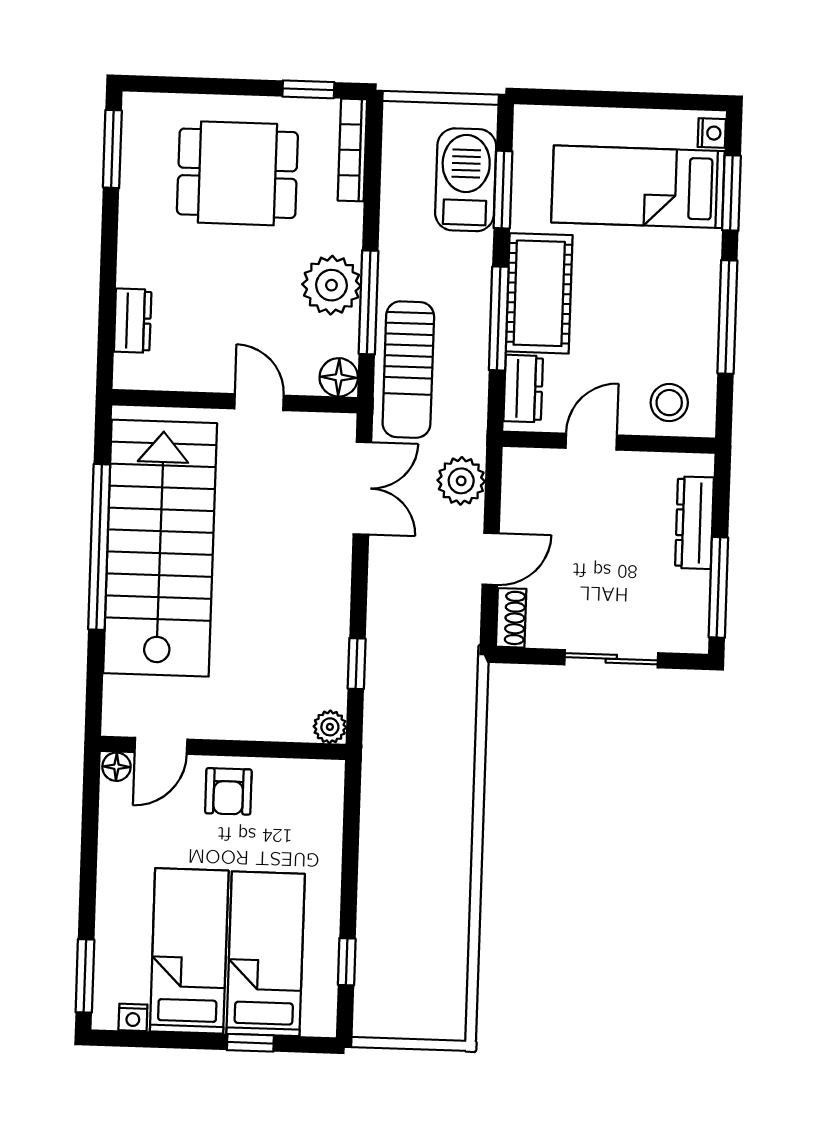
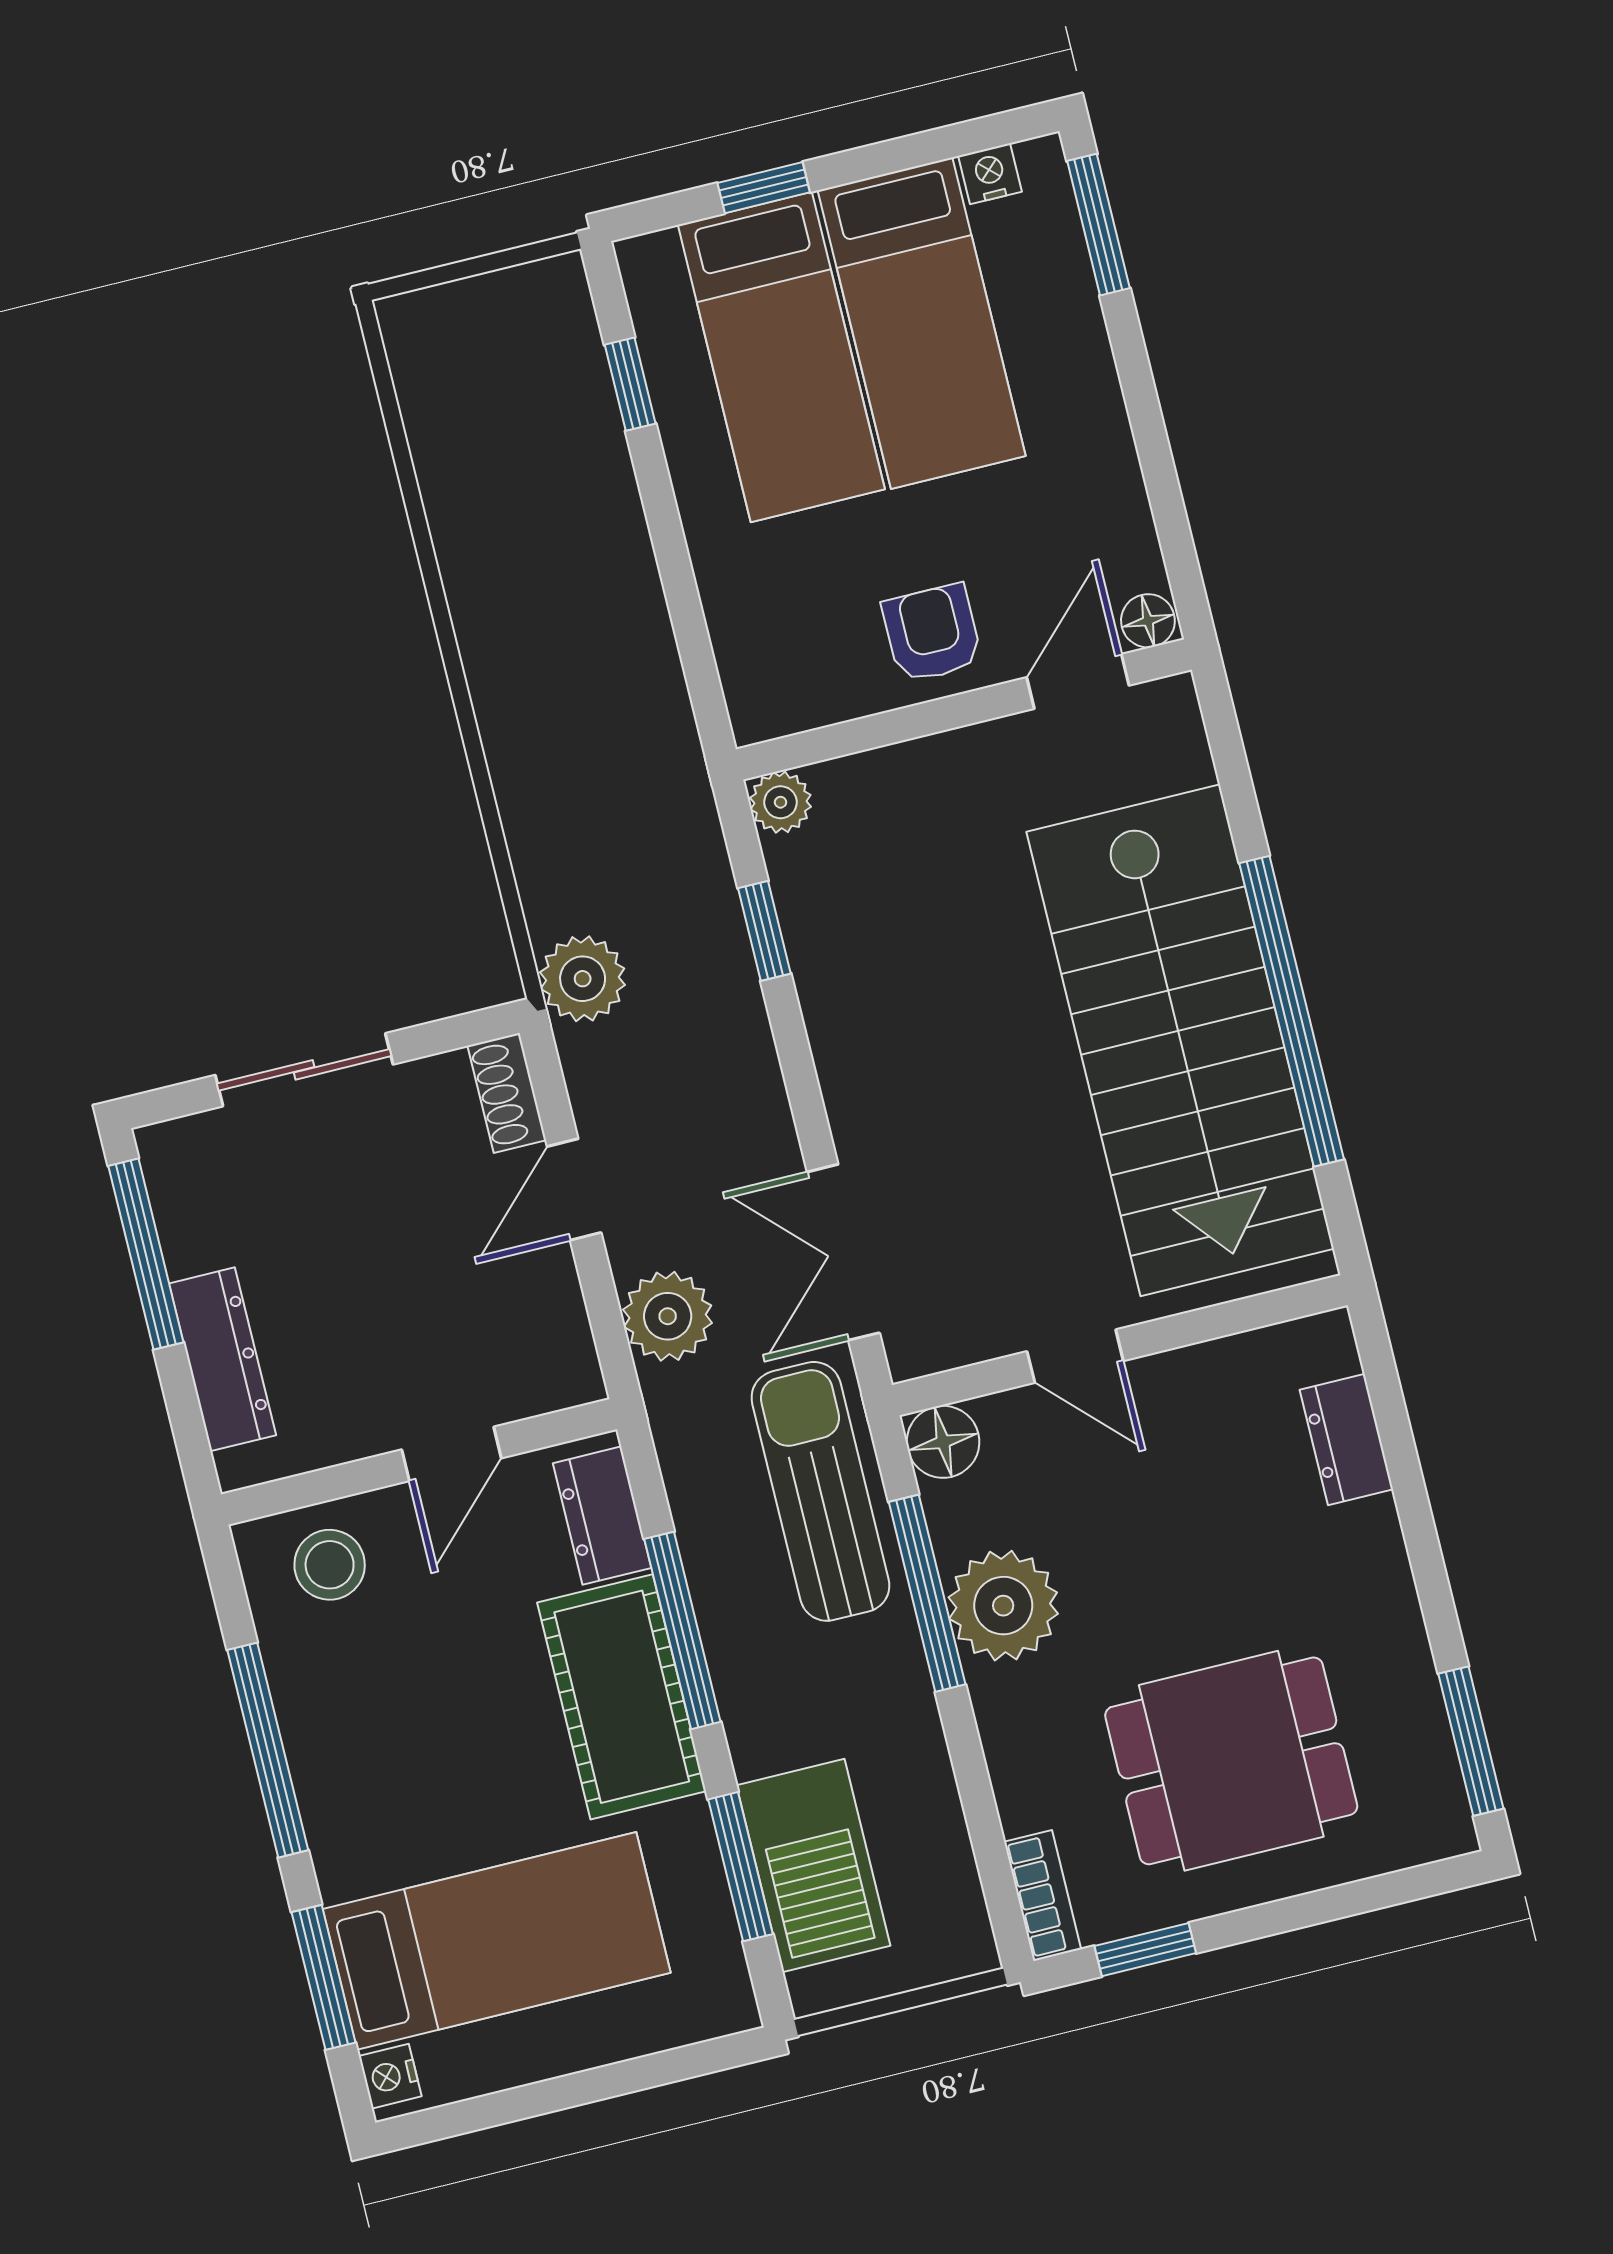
bookcase: (352, 150) -> (1043, 1896), width x0.64
plant: (456, 665) -> (583, 979), added

